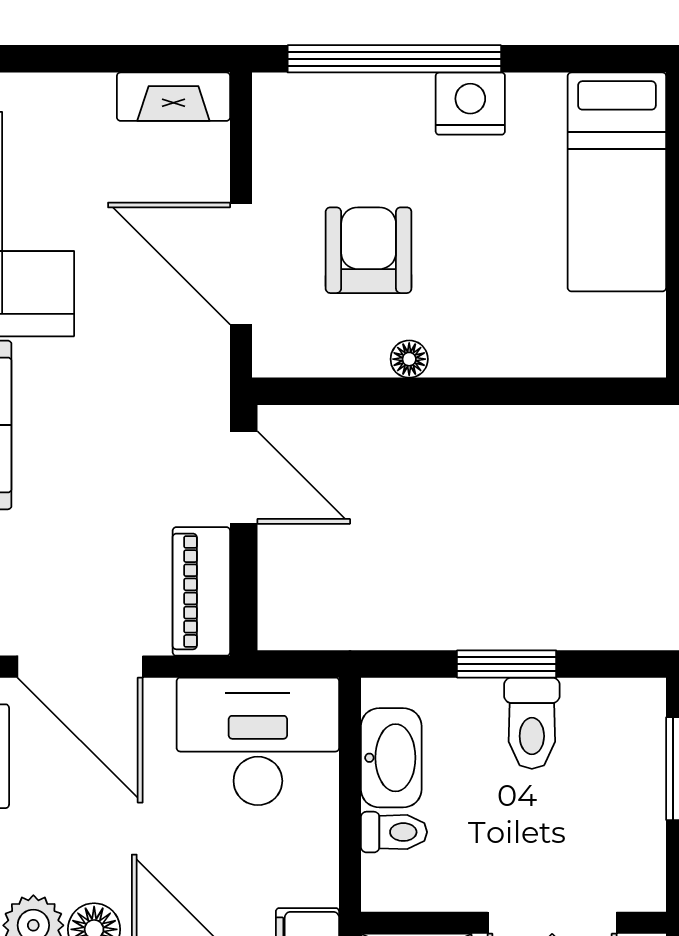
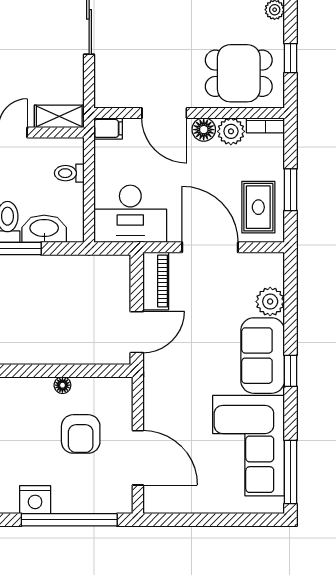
fireplace: (173, 97) -> (168, 503), removed
door: (241, 264) -> (138, 458), moved
door: (244, 477) -> (137, 332), swing flipped
washbasin: (391, 758) -> (44, 229), moved, turned 90

